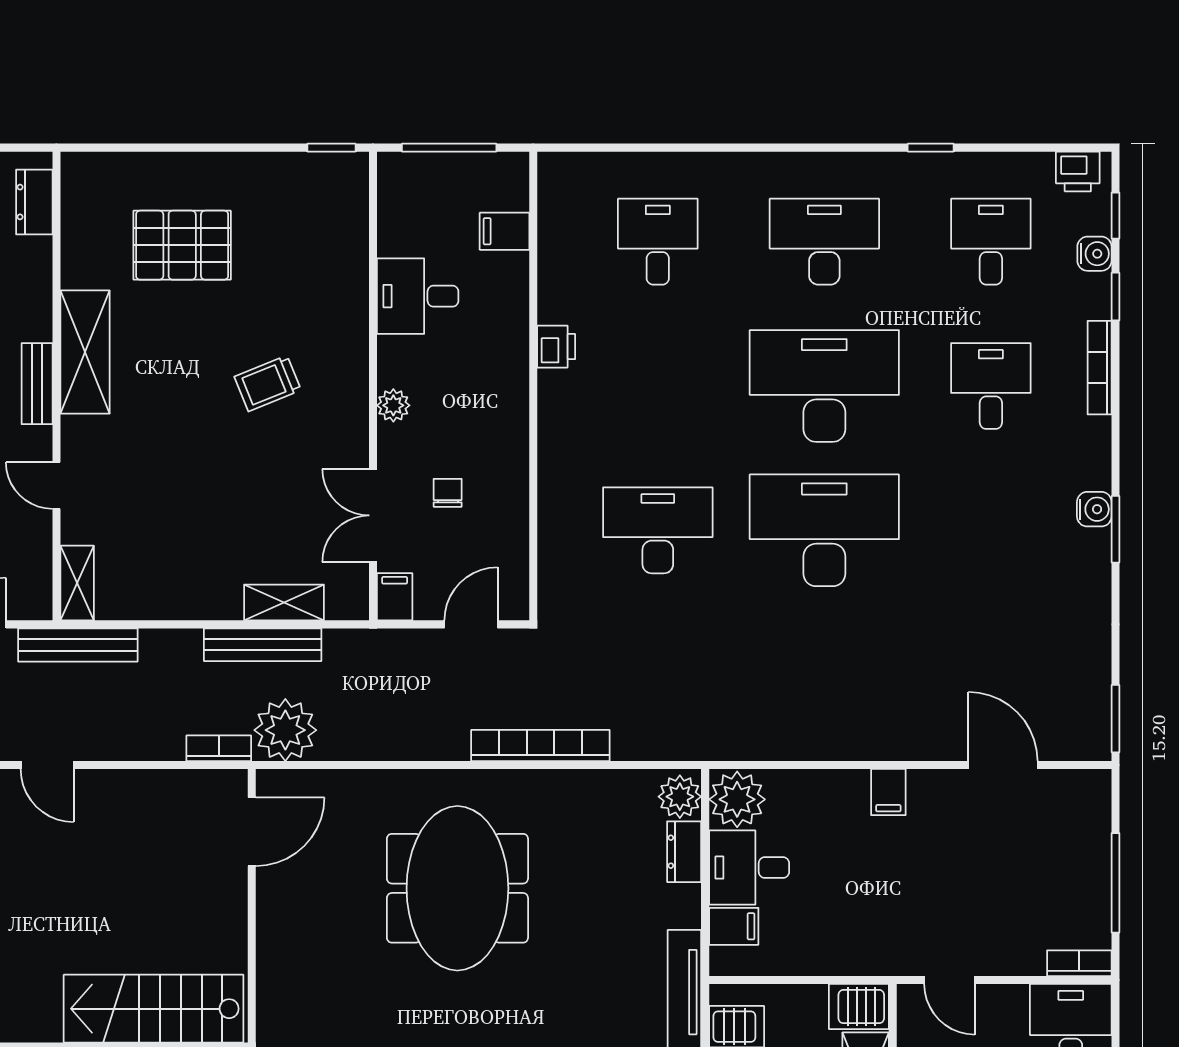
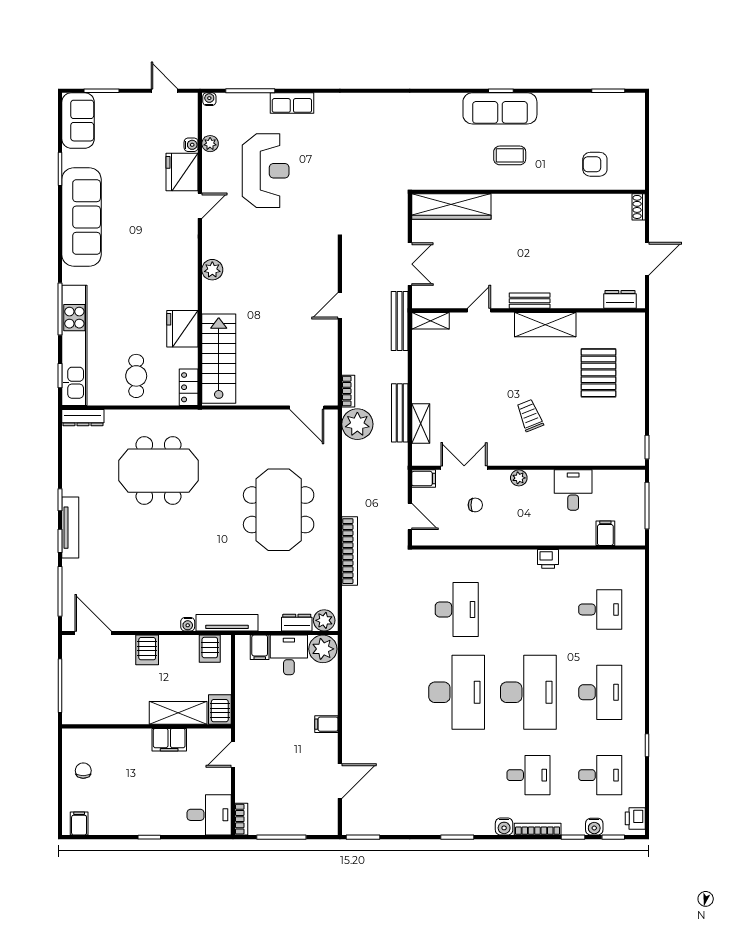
water cooler: (1094, 509) -> (504, 827), moved
meeting table: (457, 888) -> (279, 510), turned 90

